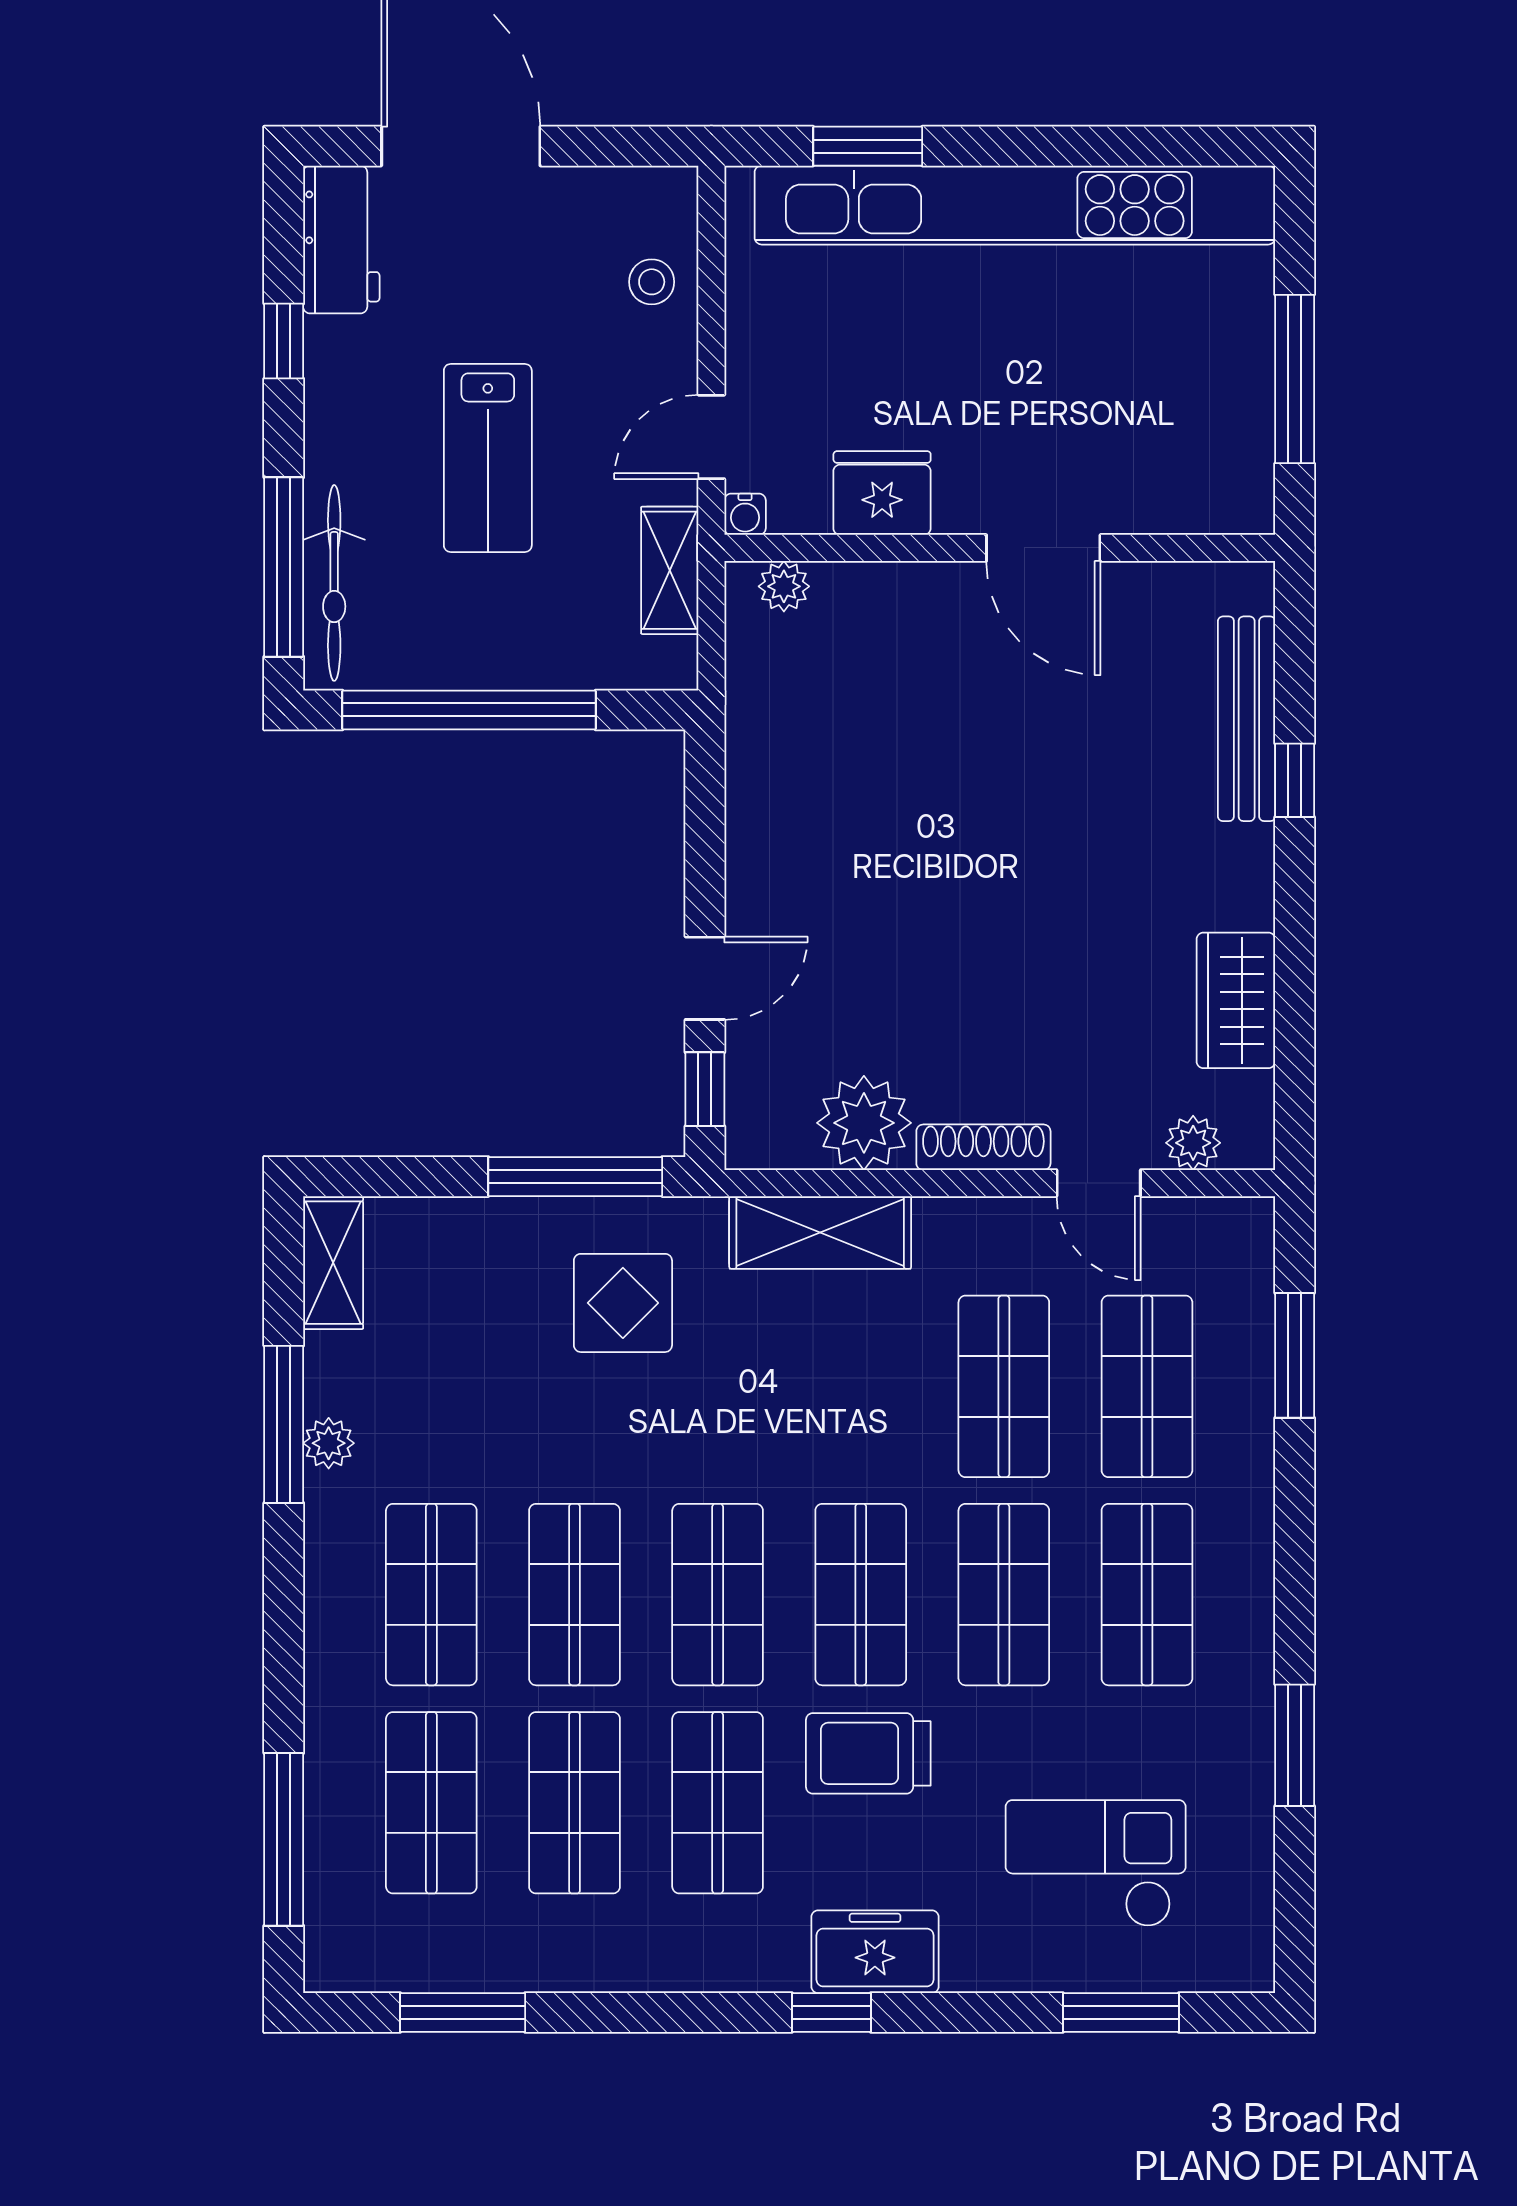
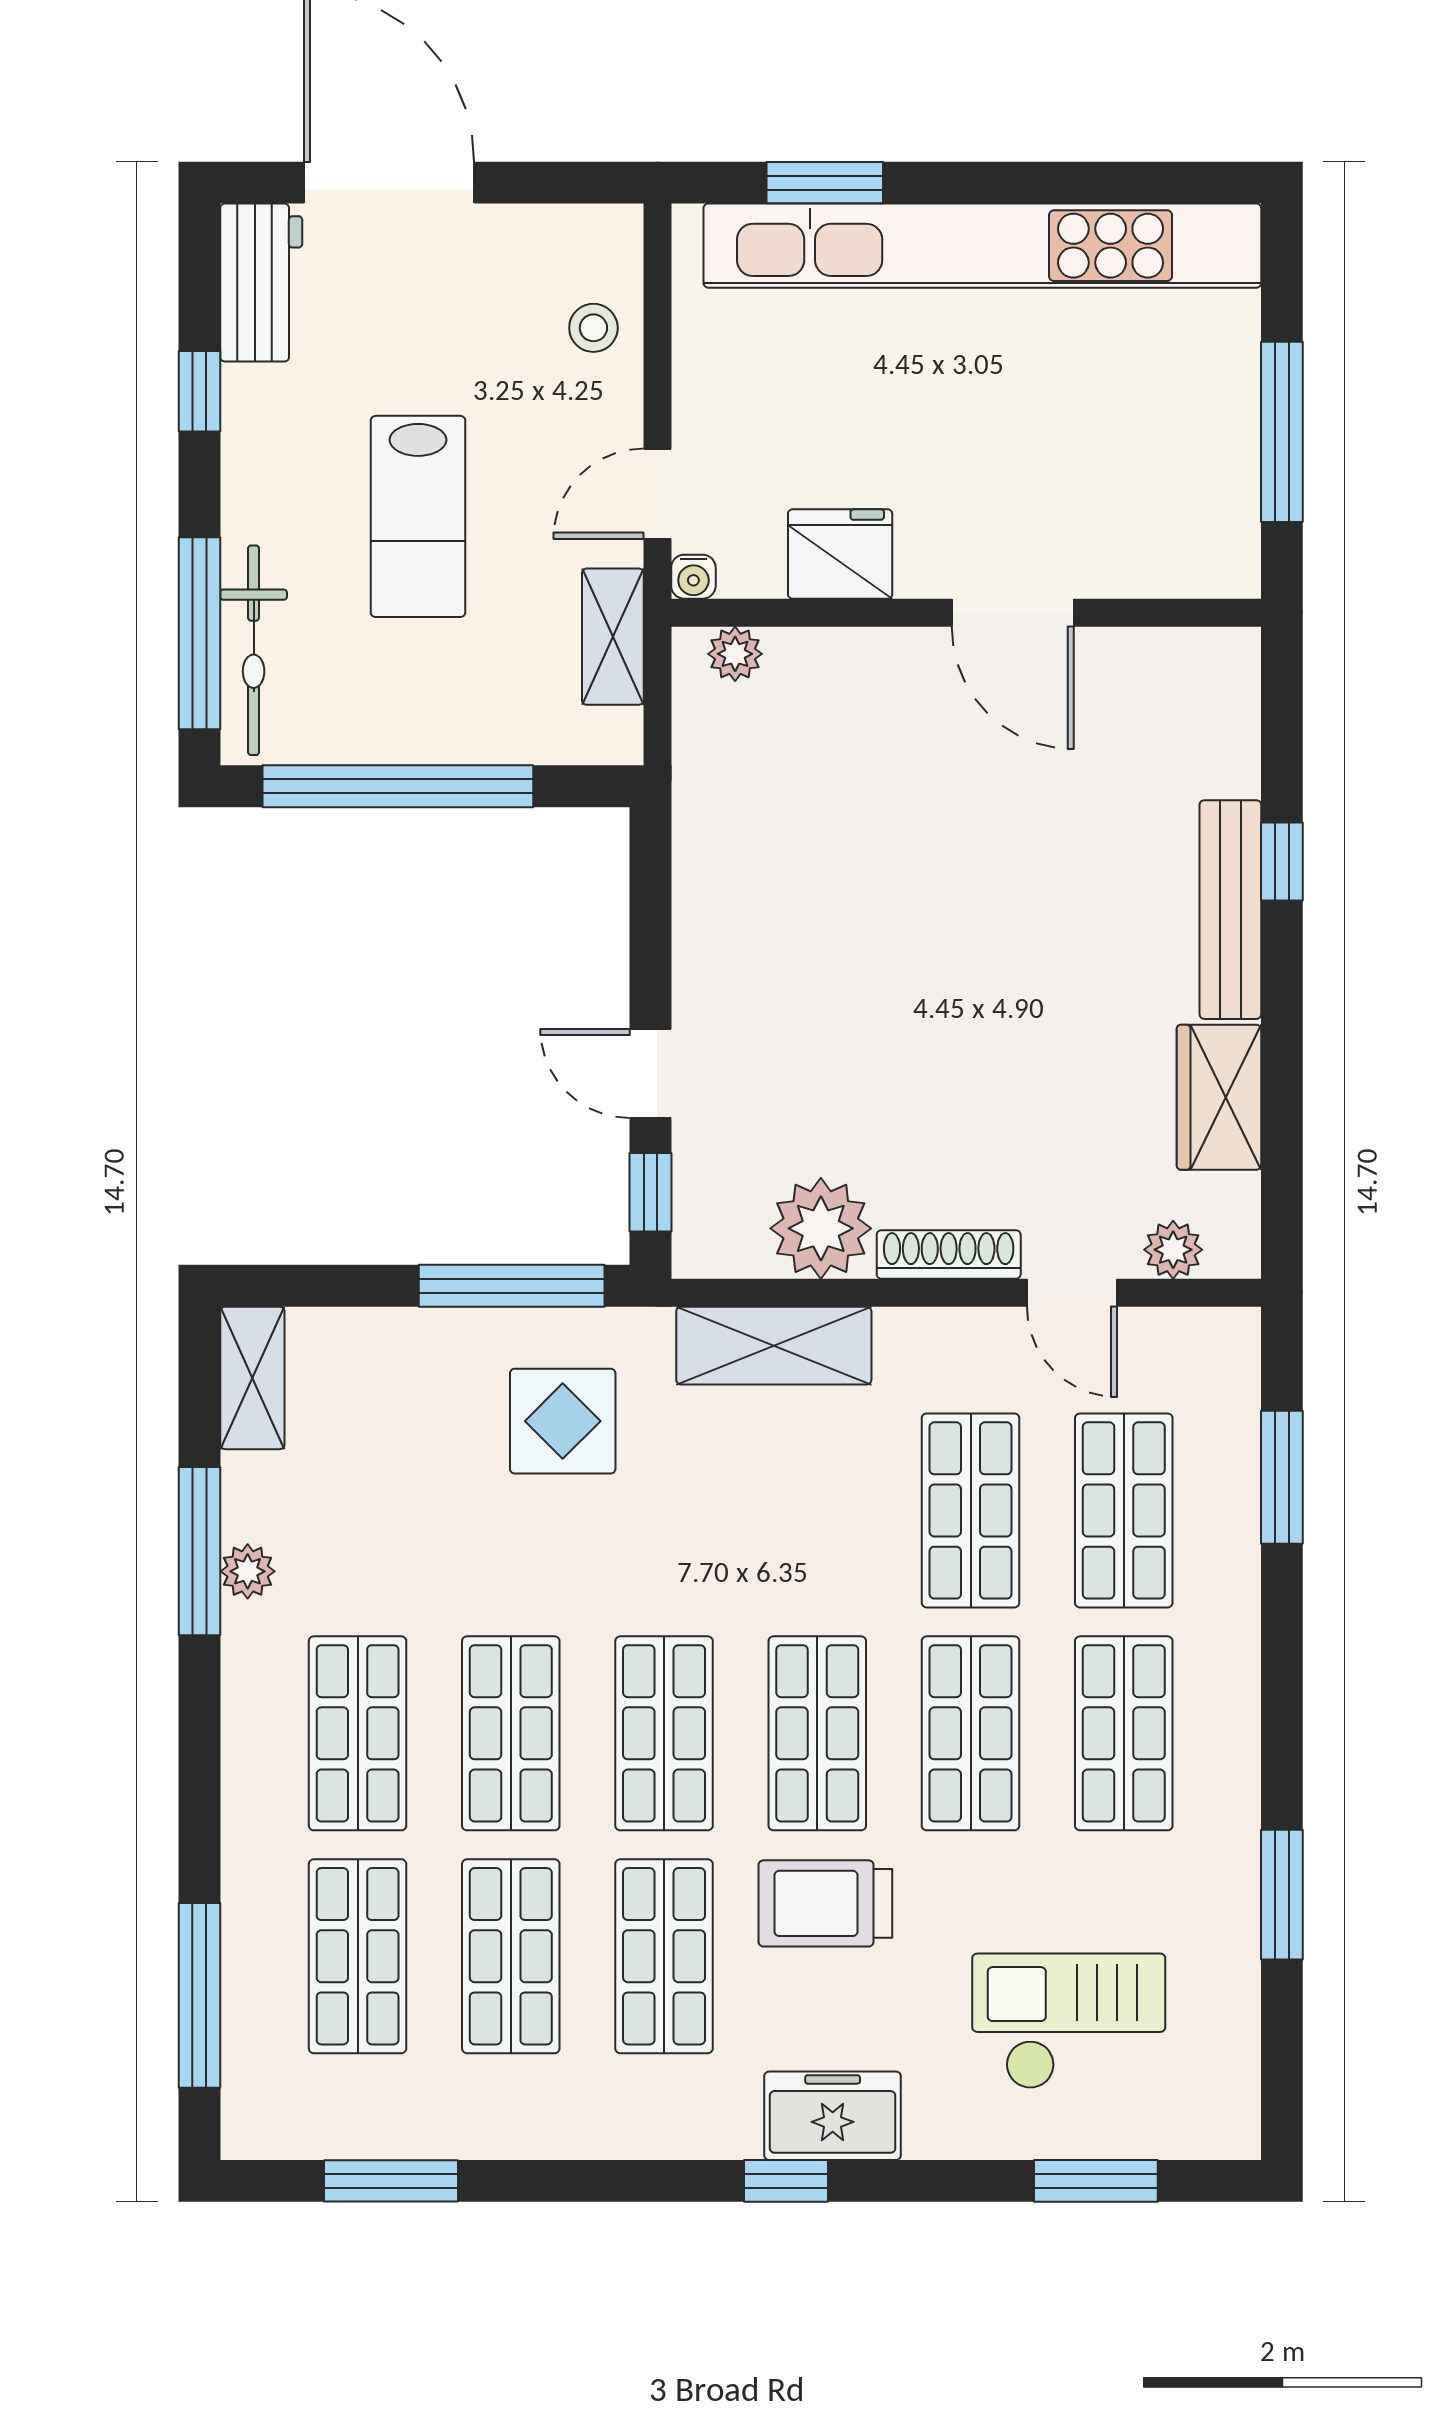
bench: (1247, 719) -> (1230, 910), moved
door: (705, 978) -> (650, 1073), swing flipped

